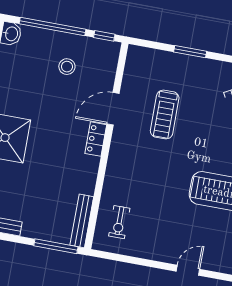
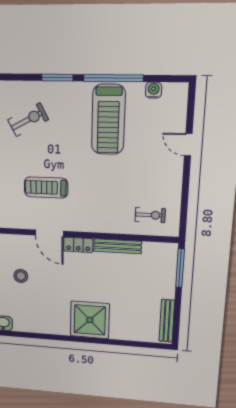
treadmill: (165, 114) -> (46, 187), turned 180
bench: (82, 221) -> (118, 246), moved

